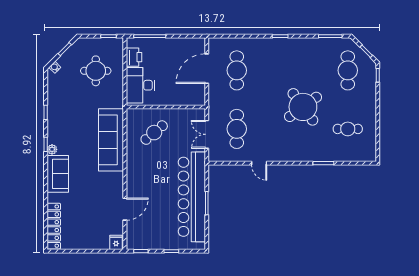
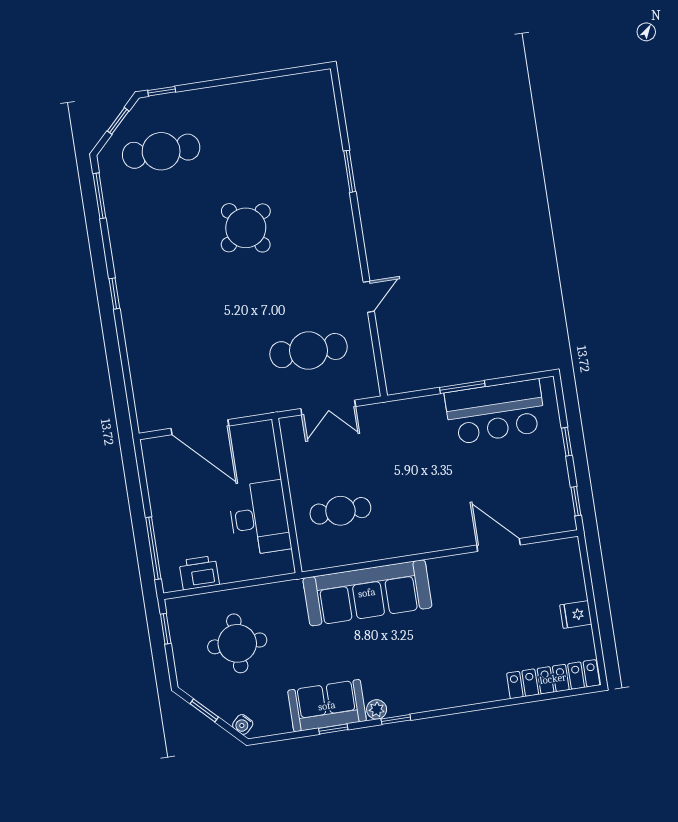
cafe table: (237, 70) -> (194, 368), removed
desk: (140, 85) -> (259, 518), moved, turned -90
round table: (303, 107) -> (246, 228), width x0.73, depth x0.73
cafe table: (348, 129) -> (275, 134), removed
cafe table: (154, 133) -> (340, 511), turned -50
plant: (52, 149) -> (377, 709), moved
sofa: (58, 174) -> (327, 706), moved
bar counter: (192, 197) -> (495, 412), width x0.54
fridge: (116, 242) -> (576, 615), moved

